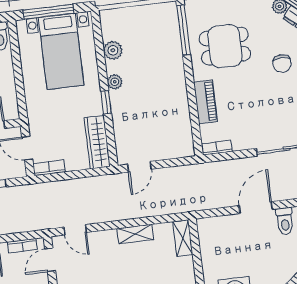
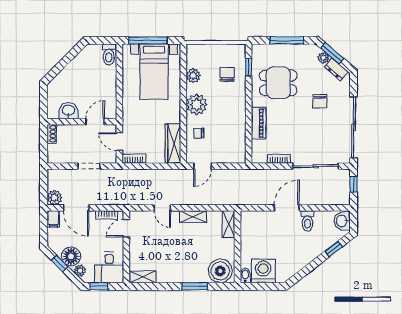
window: (184, 30) -> (249, 67), width x0.46
chair: (157, 43) -> (227, 74), added
plant: (115, 82) -> (197, 105), width x1.88, depth x1.88
window: (106, 102) -> (183, 114), removed
chair: (129, 124) -> (199, 133), added
bookcase: (217, 148) -> (279, 159), moved
door: (75, 230) -> (162, 208), moved

